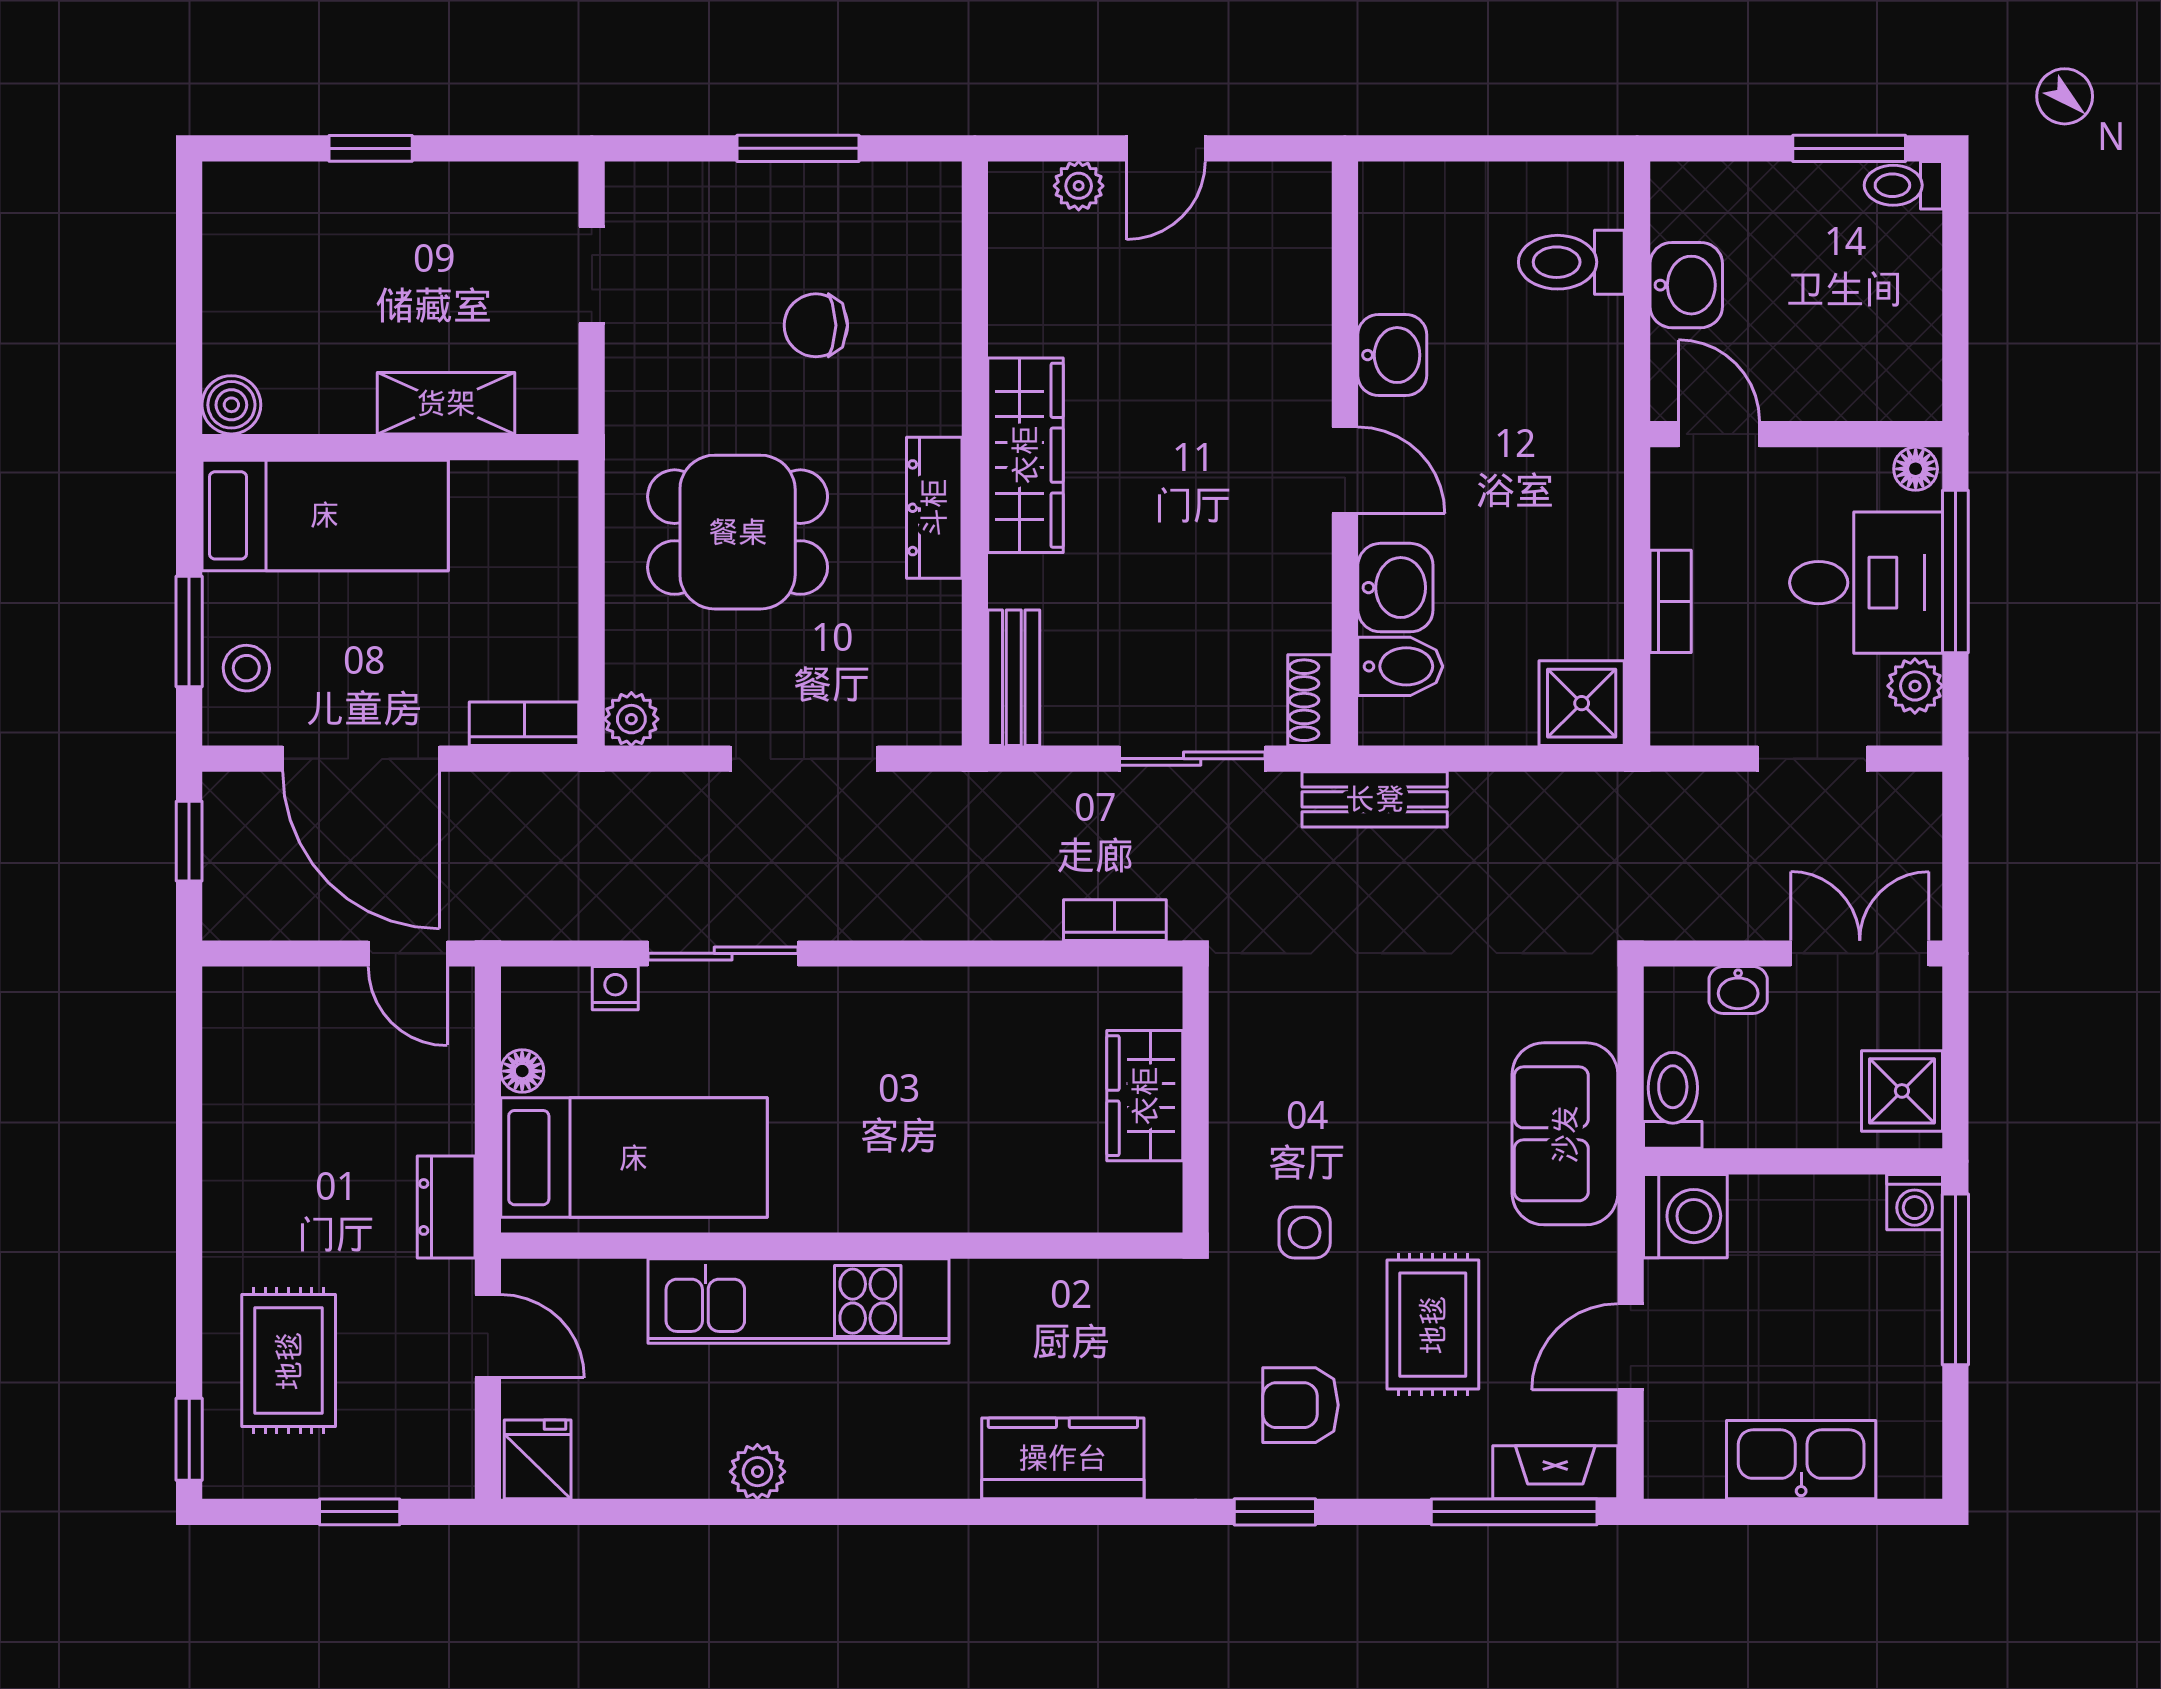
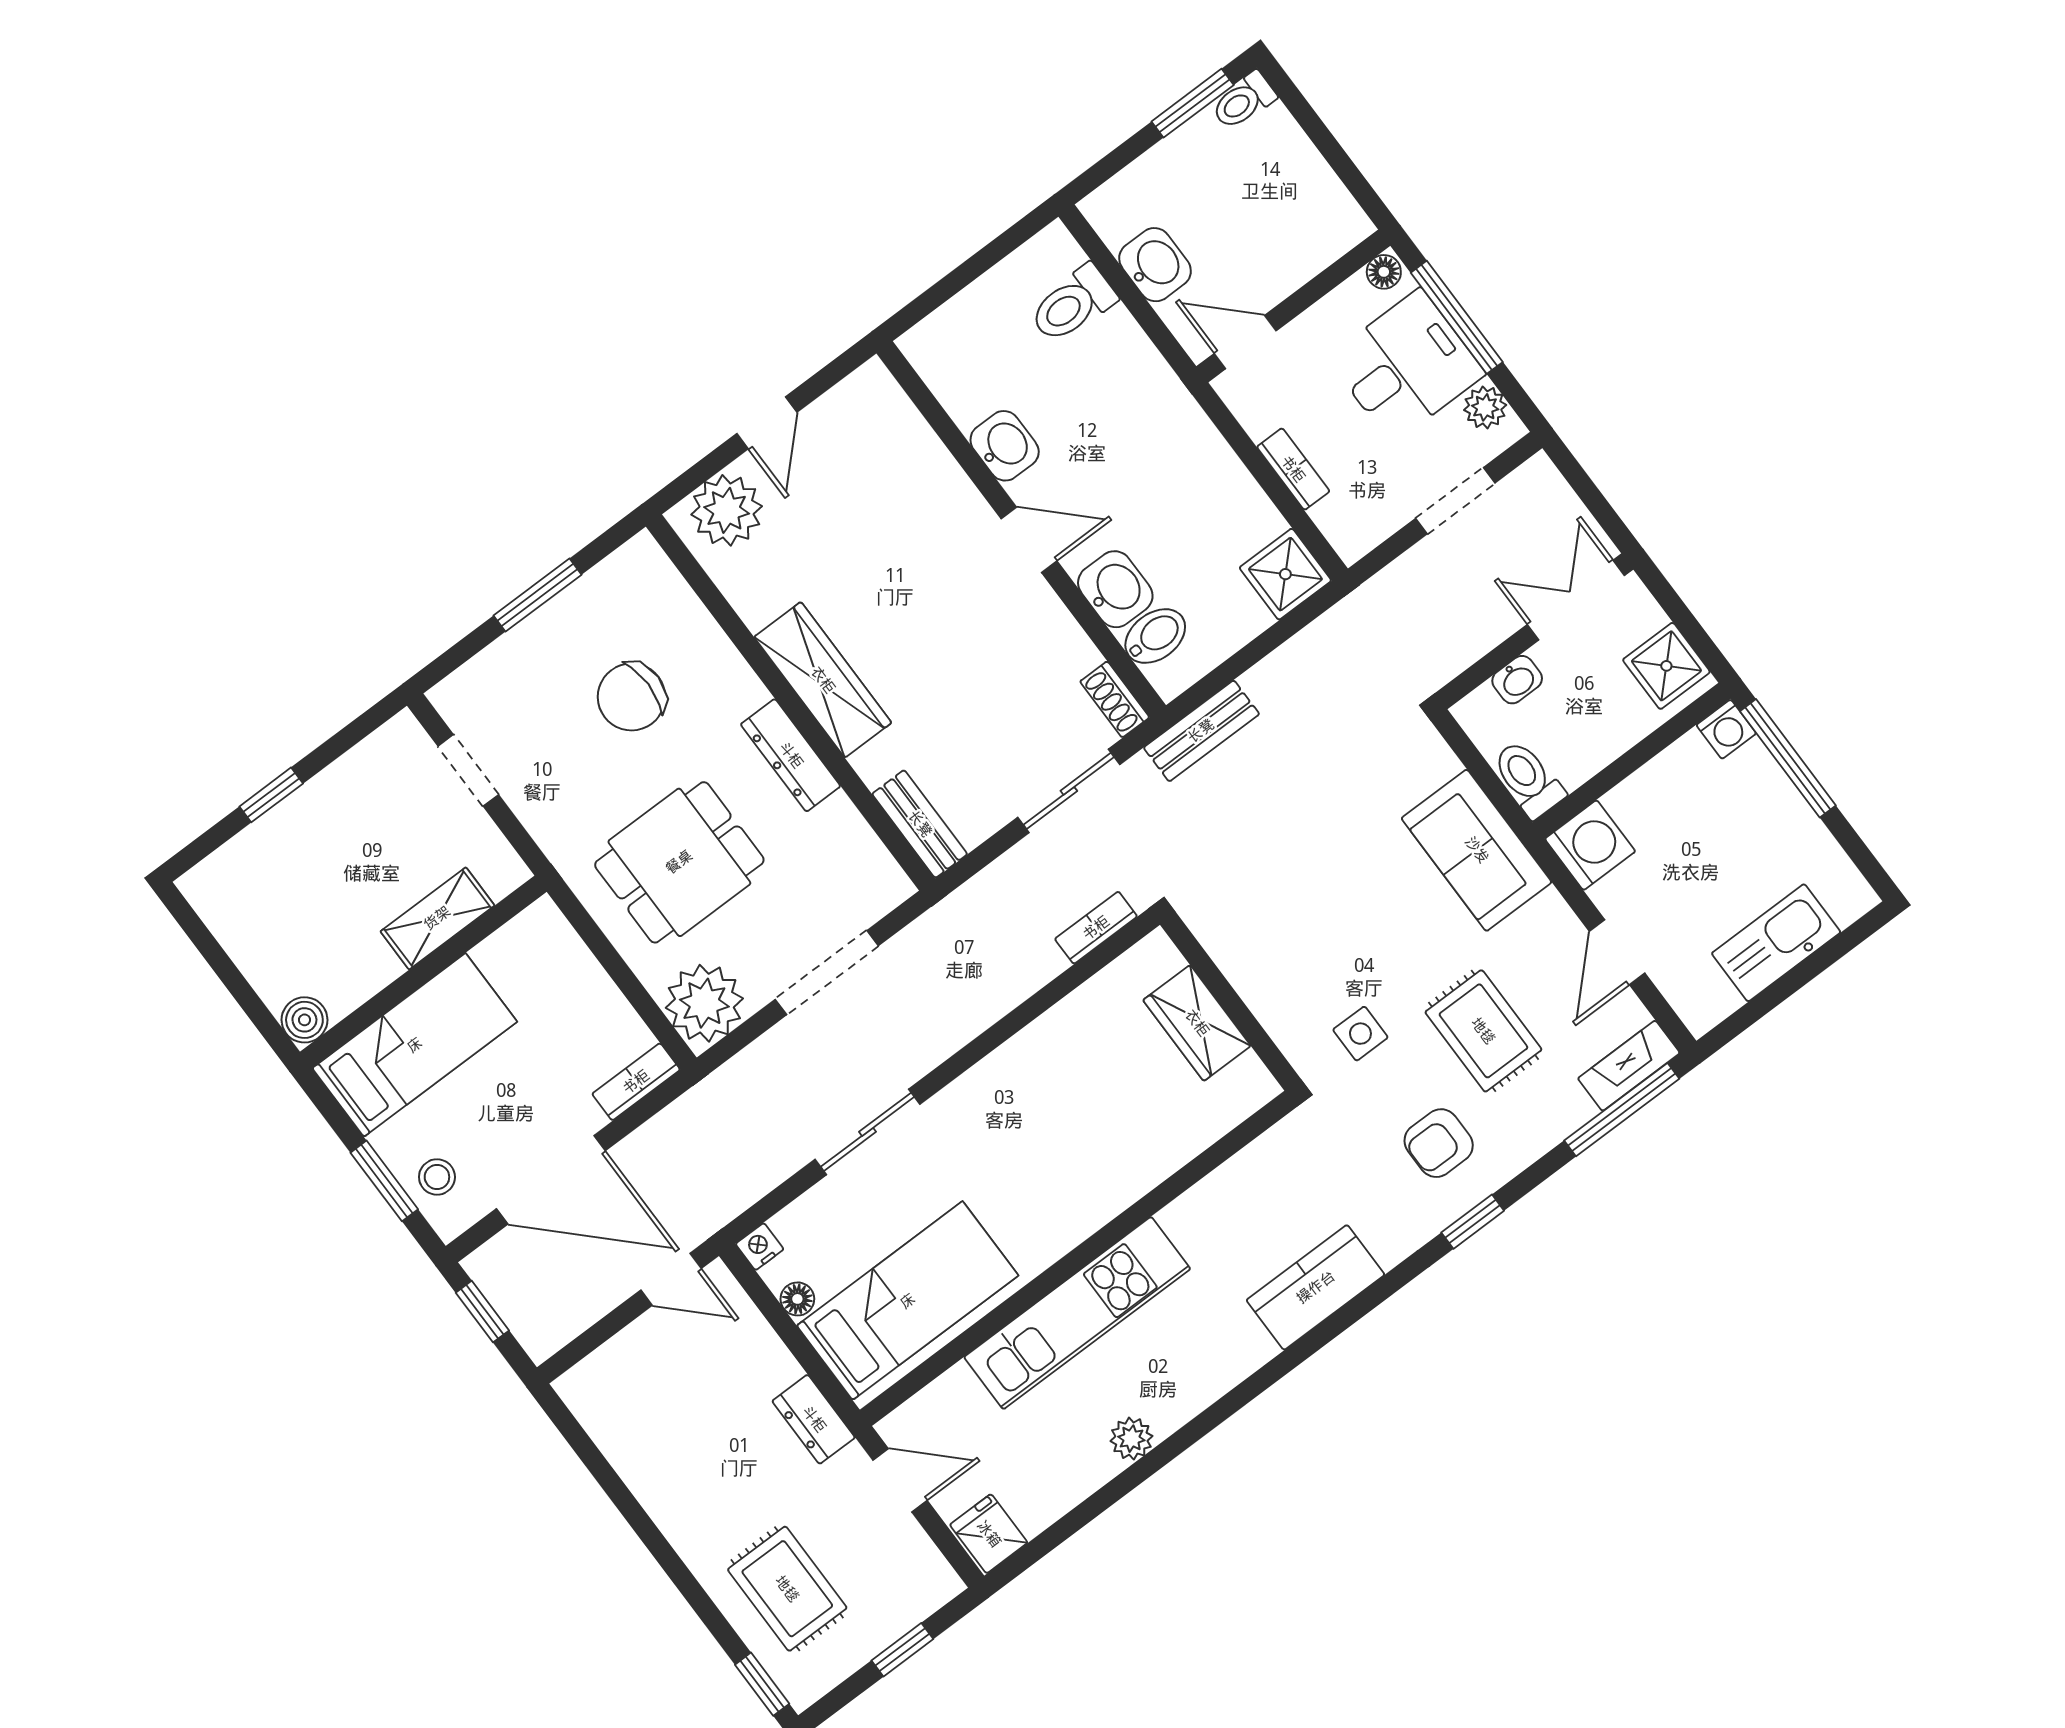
plant: (1079, 186) -> (727, 510), width x1.87, depth x1.87
chair: (816, 325) -> (631, 697), width x1.37, depth x1.37
plant: (631, 719) -> (704, 1003), width x1.87, depth x1.87
nightstand: (615, 988) -> (760, 1247), moved

